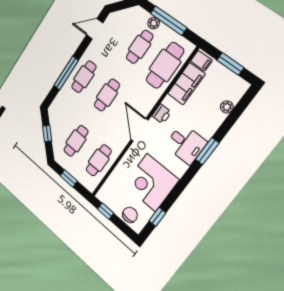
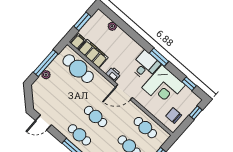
door: (95, 29) -> (43, 123), hinge flipped
cafe table: (140, 47) -> (62, 87), removed
desk: (186, 144) -> (145, 65), moved
window: (207, 151) -> (159, 57), moved
window: (106, 211) -> (196, 113), moved
chair: (130, 215) -> (174, 116), moved

